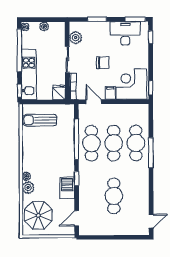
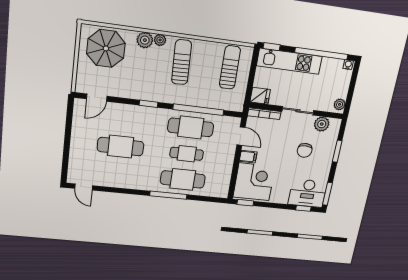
plant: (44, 27) -> (340, 104), moved
desk: (125, 33) -> (308, 193), moved, turned 90
chair: (103, 63) -> (305, 150), moved
door: (94, 102) -> (241, 136), hinge flipped
cafe table: (114, 143) -> (187, 154), width x0.73, depth x0.74
sun lounger: (41, 158) -> (181, 62), added
barbecue: (67, 188) -> (138, 91), removed
door: (77, 218) -> (97, 98), swing flipped

